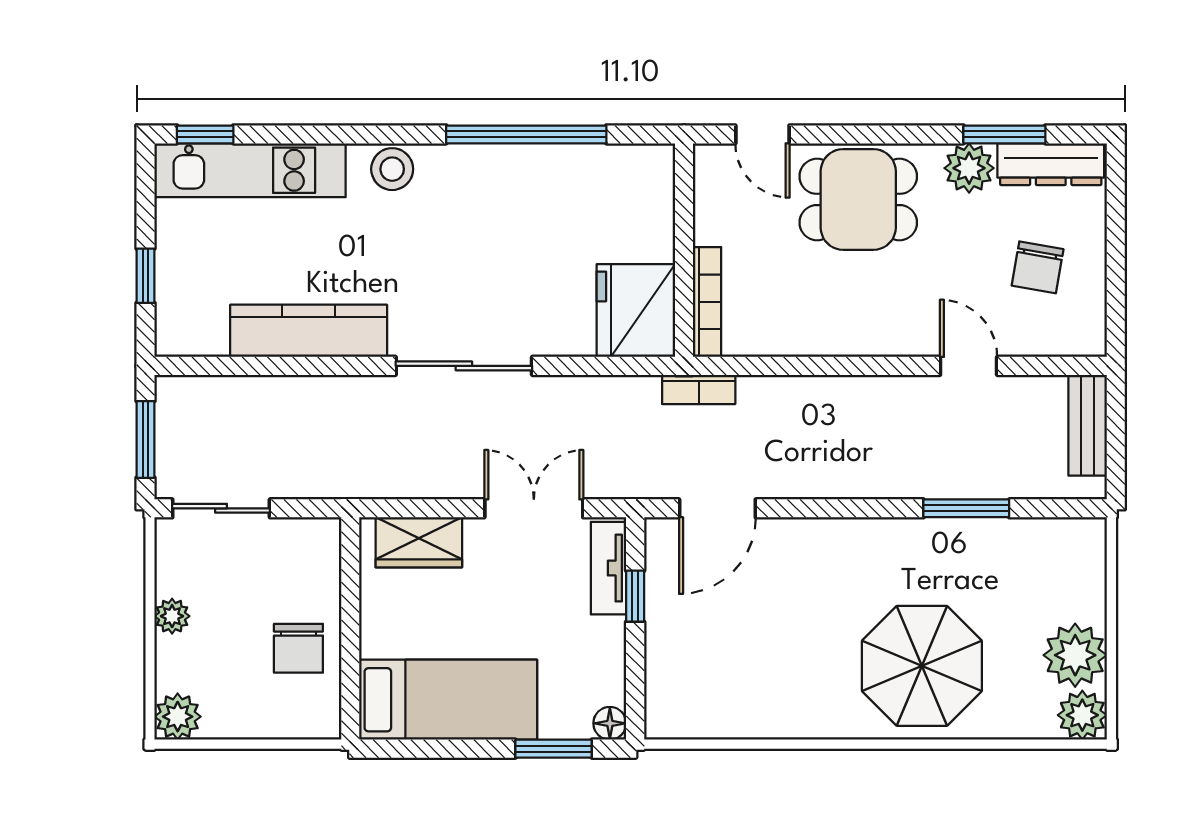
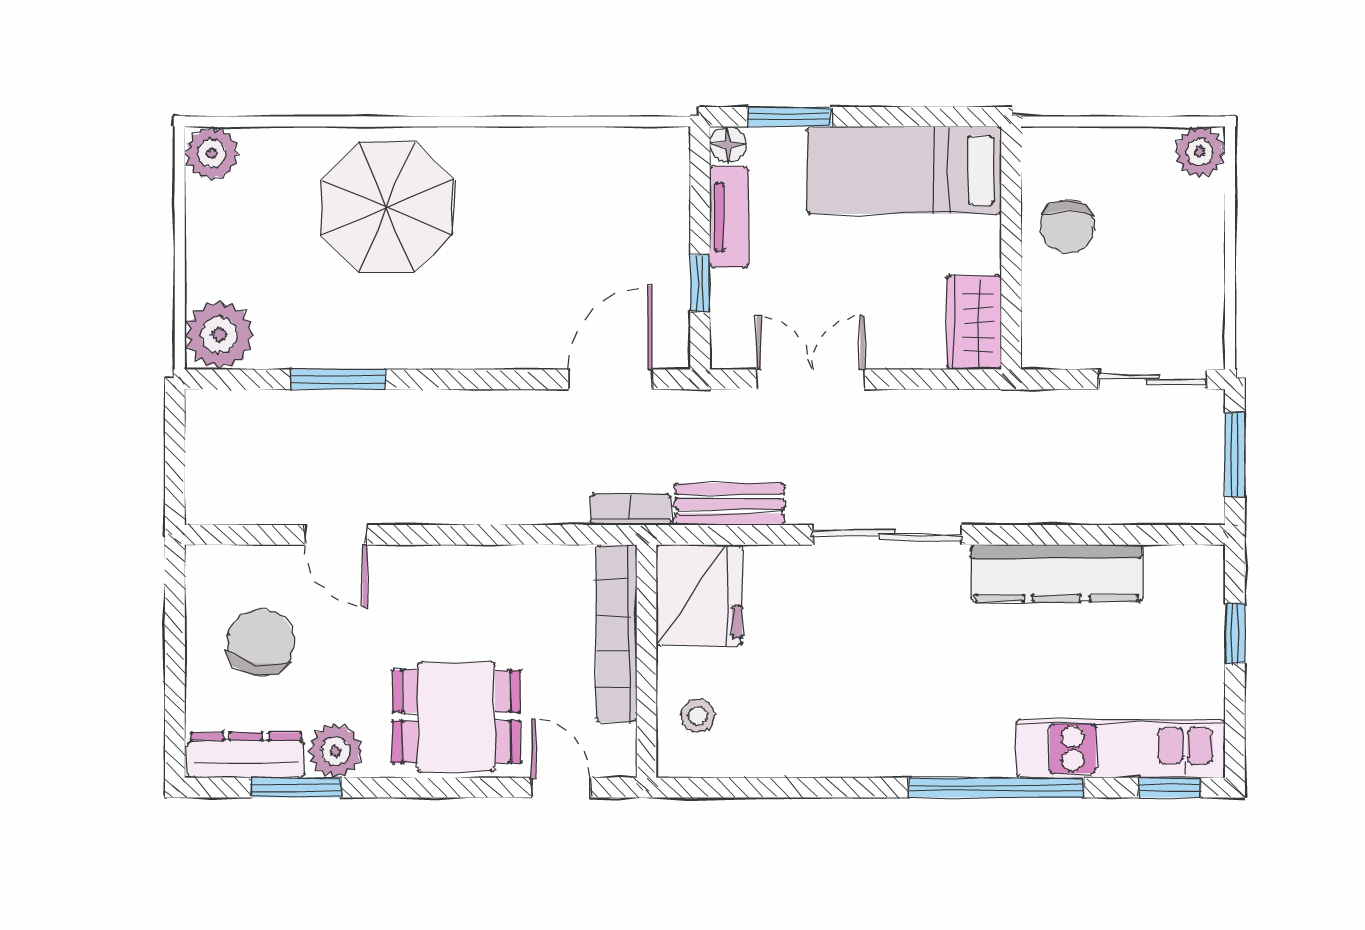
window: (526, 134) -> (996, 788), moved
stool: (392, 169) -> (698, 716), moved, width x0.73, depth x0.73
chair: (1038, 267) -> (260, 642), width x1.37, depth x1.37
bookcase: (707, 302) -> (617, 633), width x1.48, depth x1.31
bench: (1088, 425) -> (730, 504), moved, turned 90
double door: (534, 508) -> (811, 379), swing flipped
wardrobe: (419, 542) -> (974, 322), moved, turned -90
tv unit: (609, 568) -> (729, 217), moved
plant: (172, 616) -> (1206, 262), removed
chair: (298, 648) -> (1068, 226), turned 180
plant: (1075, 655) -> (219, 335), moved

